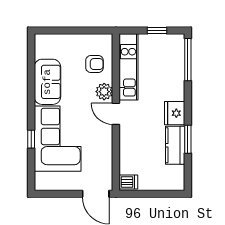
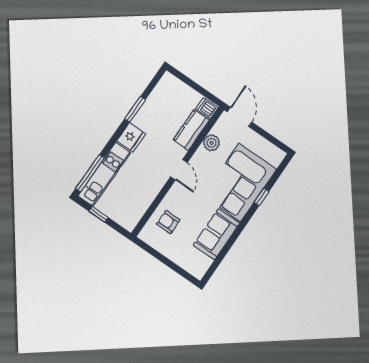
kitchen unit: (128, 67) -> (104, 174), moved, turned 180
plant: (104, 92) -> (212, 143), moved
kitchen counter: (175, 145) -> (191, 130), moved, turned 180

